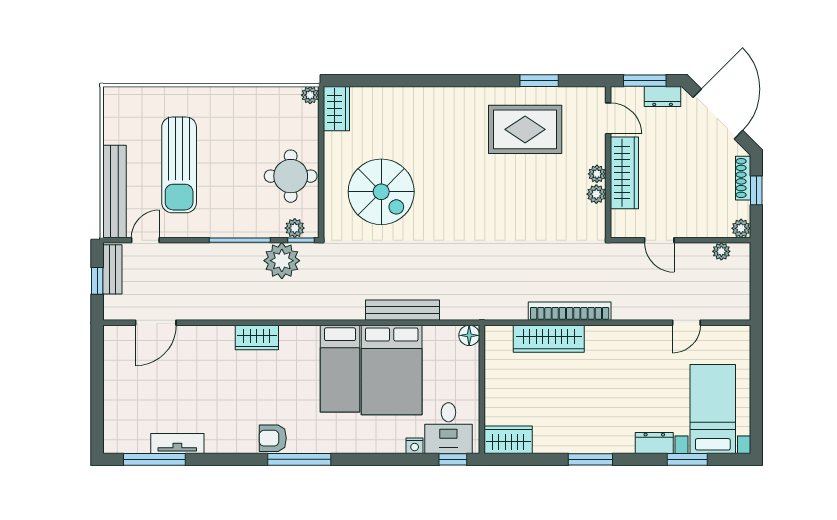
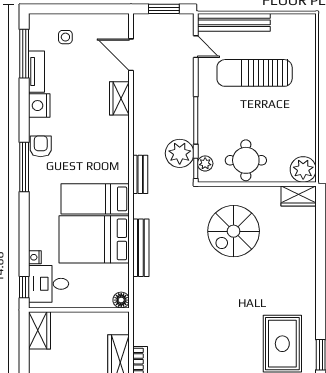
plant: (310, 95) -> (303, 169), width x1.87, depth x1.87
bench: (112, 269) -> (140, 174), moved, turned 90
window: (97, 281) -> (164, 9), width x1.50
wardrobe: (257, 338) -> (119, 98), moved
side table: (133, 407) -> (65, 37), added
nightstand: (221, 440) -> (39, 106), added

